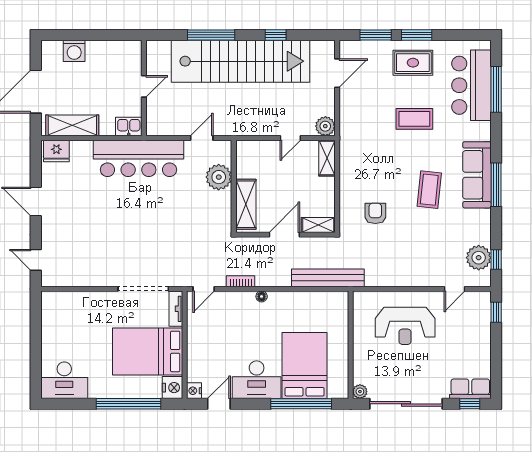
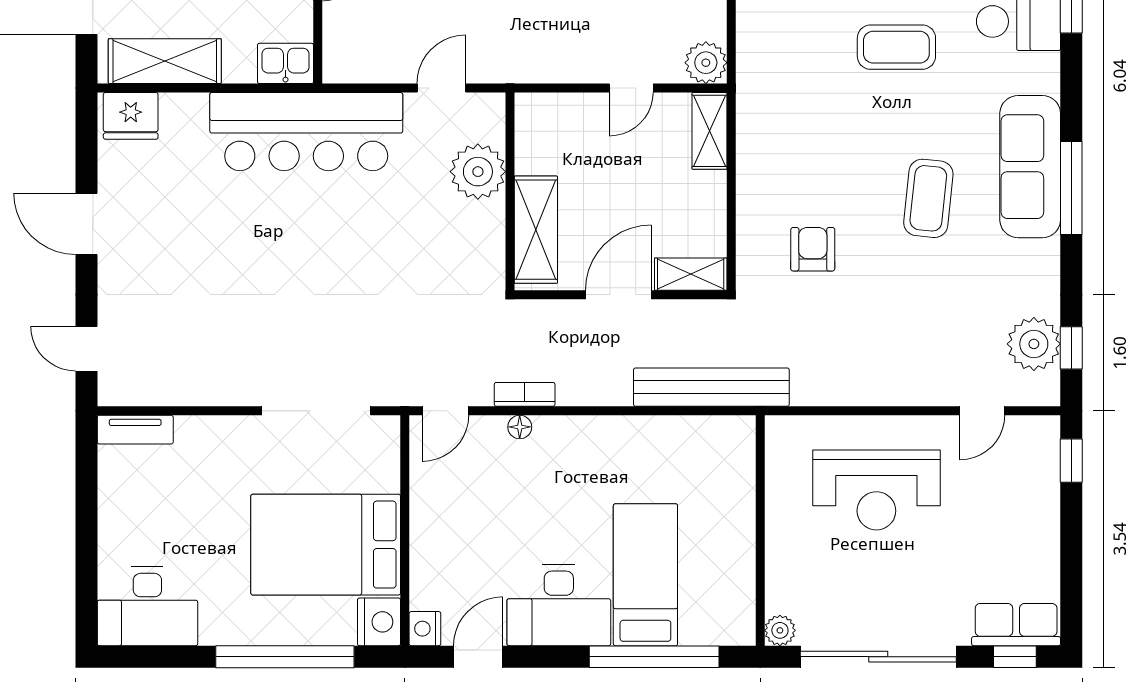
floor lamp: (262, 296) -> (520, 427), moved
tv unit: (176, 309) -> (135, 430), moved, turned -90
bed: (305, 366) -> (645, 575), width x0.67

